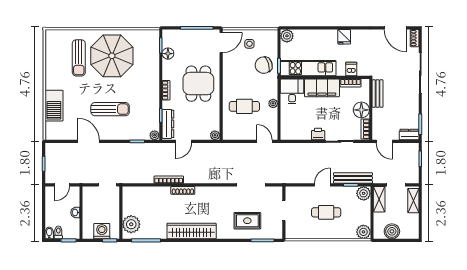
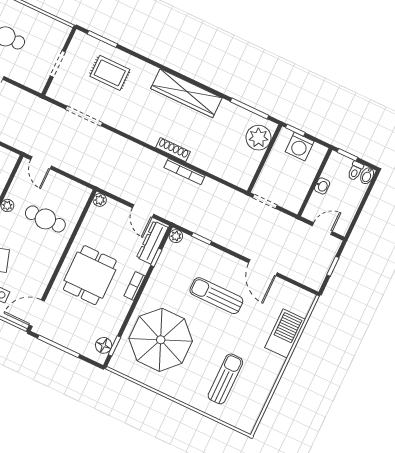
floor lamp: (168, 54) -> (104, 345), moved
parasol: (112, 56) -> (161, 340), moved
door: (184, 141) -> (143, 211), swing flipped

